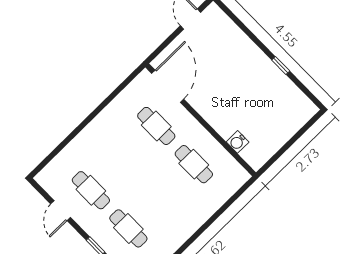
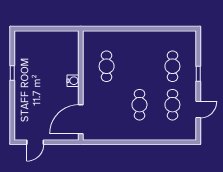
cafe table: (156, 126) -> (139, 105), moved
water cooler: (238, 142) -> (73, 81), moved

